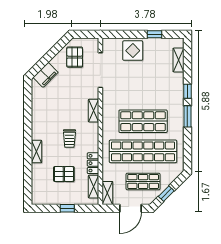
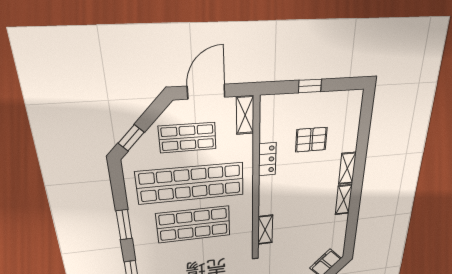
window: (187, 116) -> (124, 225), moved
trolley: (69, 139) -> (300, 190), removed
shelving: (93, 187) -> (344, 200), moved
window: (166, 194) -> (131, 138), moved

